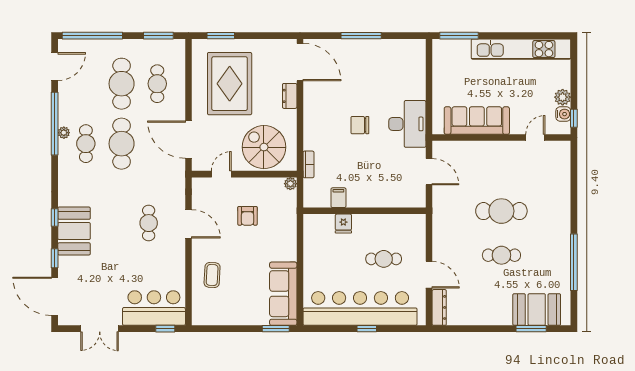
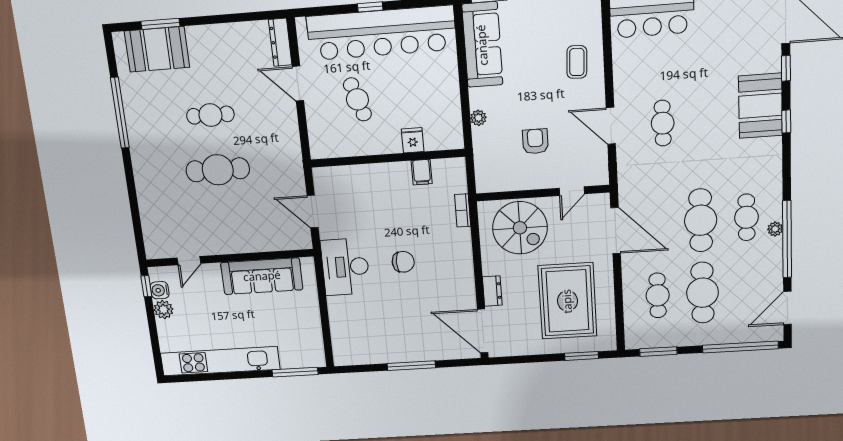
plant: (290, 184) -> (478, 118), moved
cafe table: (384, 259) -> (357, 99), turned 72

